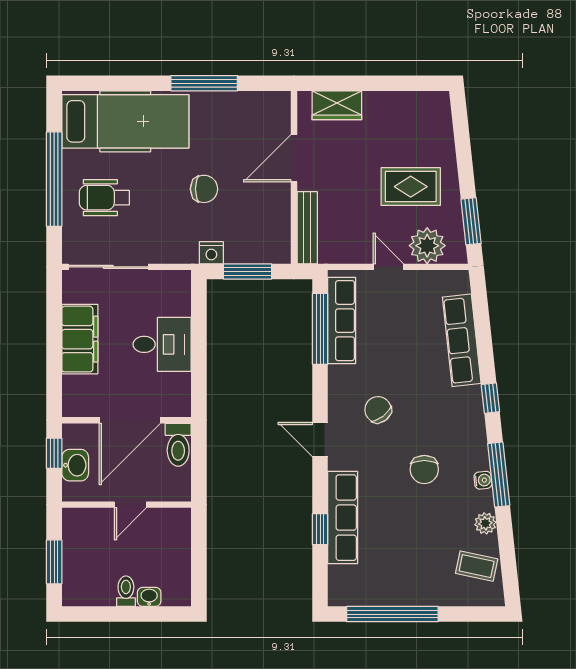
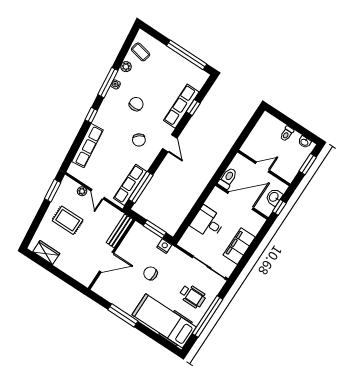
wardrobe: (337, 105) -> (46, 253), moved
plant: (427, 246) -> (82, 191), width x0.53, depth x0.53
washbasin: (149, 597) -> (305, 142), moved

